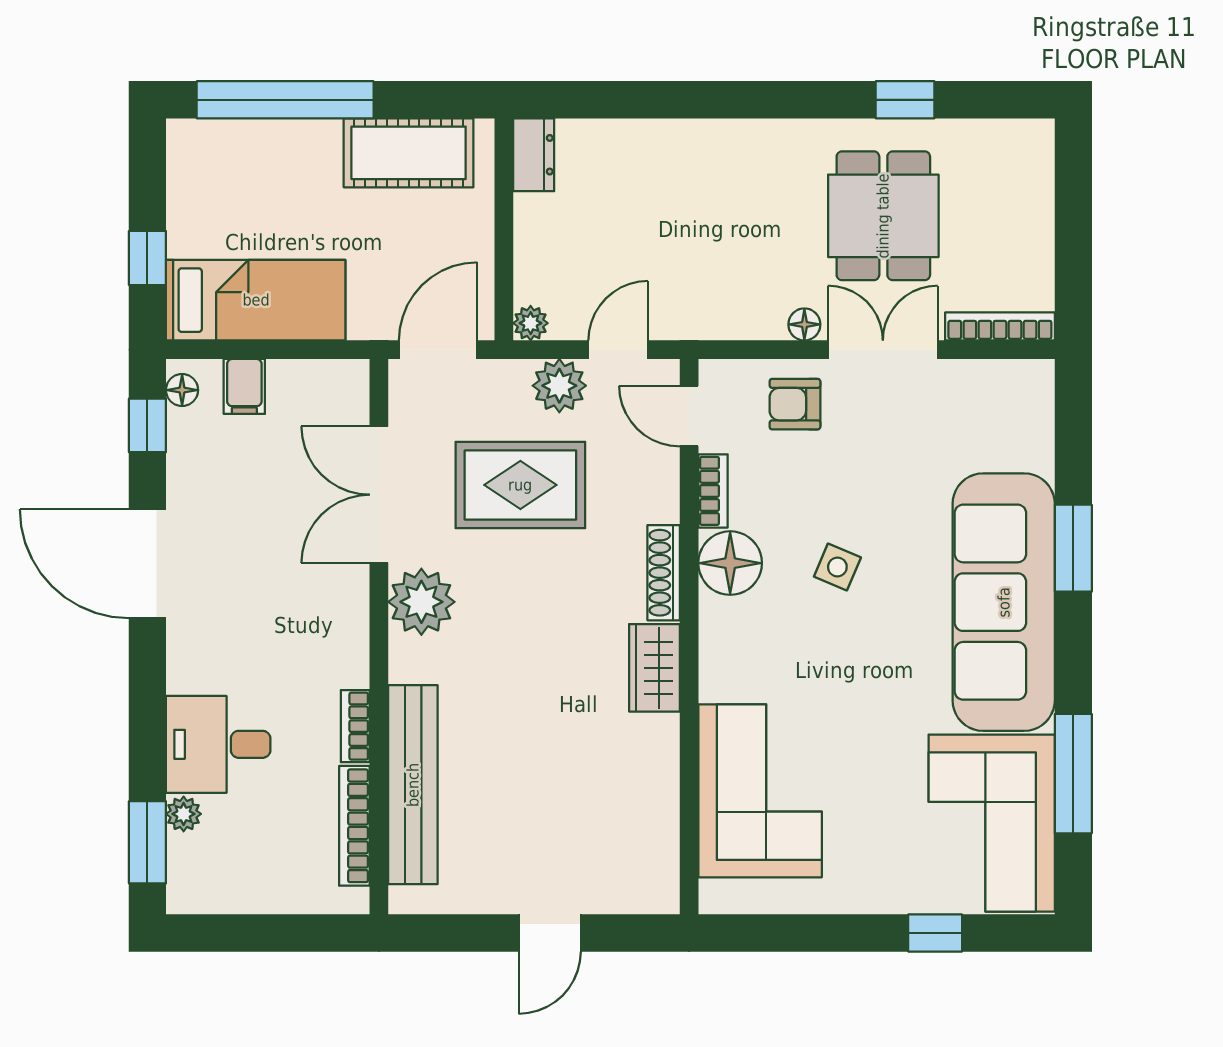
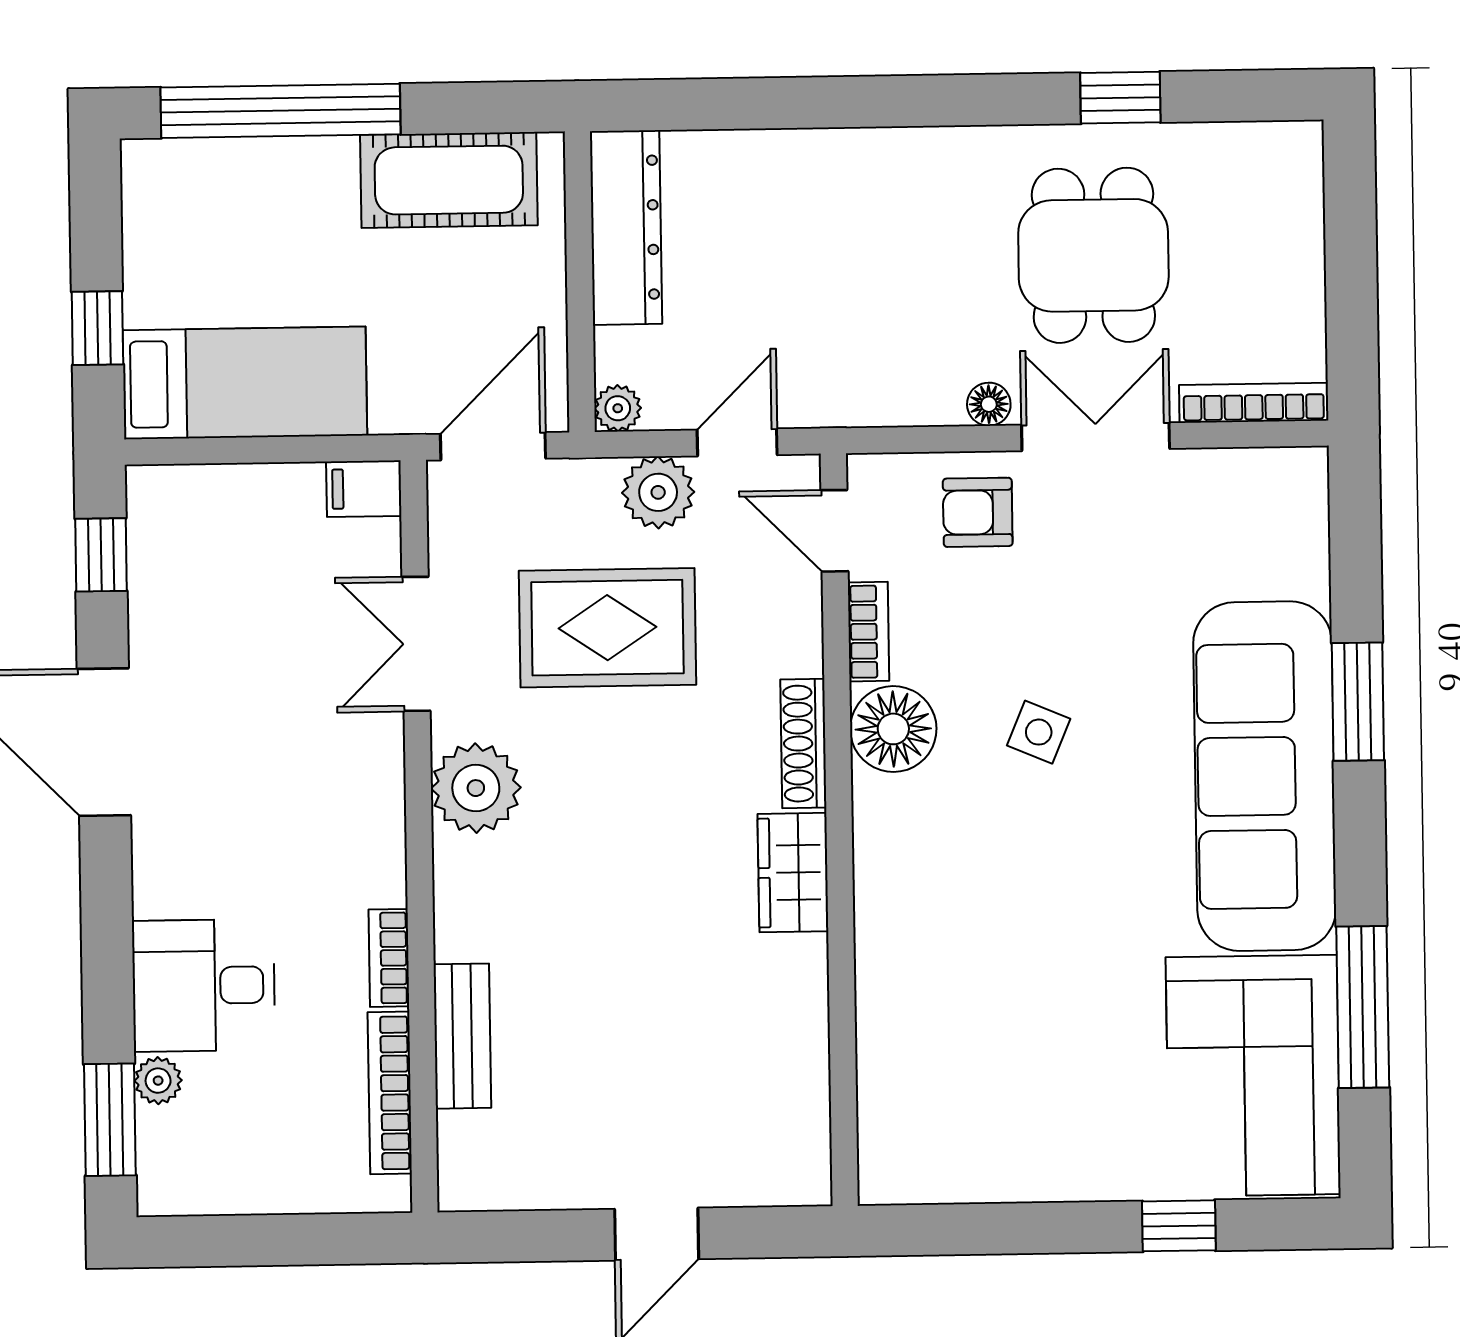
dresser: (534, 155) -> (626, 228), width x1.96, depth x1.24
filing cabinet: (244, 386) -> (364, 489), moved, turned 90
floor lamp: (182, 390) -> (147, 506), removed
double door: (379, 495) -> (416, 644), width x0.73
bench: (413, 785) -> (462, 1036), width x0.54, depth x0.82
corner sofa: (760, 791) -> (939, 1037), removed

